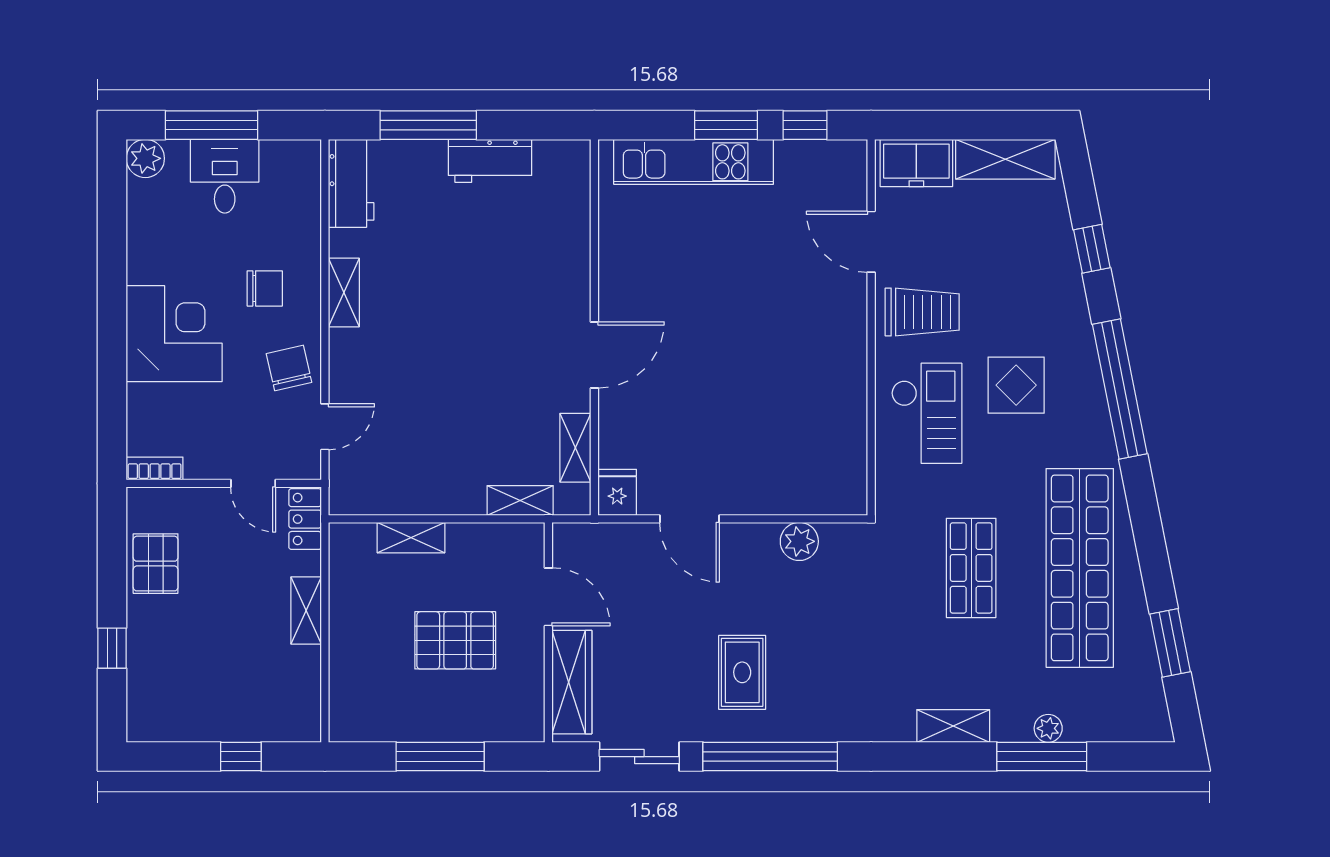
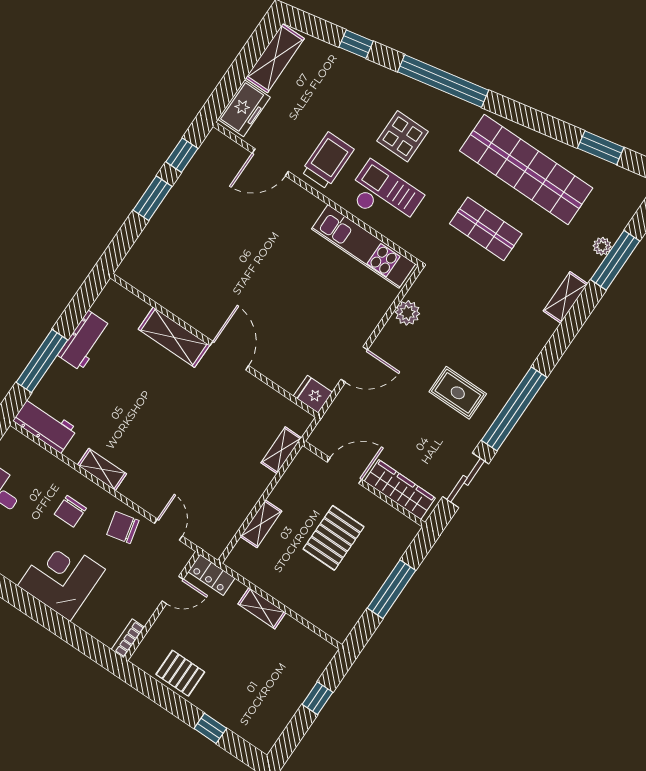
kitchen unit: (694, 162) -> (363, 246), moved, turned 90
chair: (265, 288) -> (70, 511), turned 180
shelving: (575, 448) -> (174, 337), moved, width x1.50, depth x1.33

